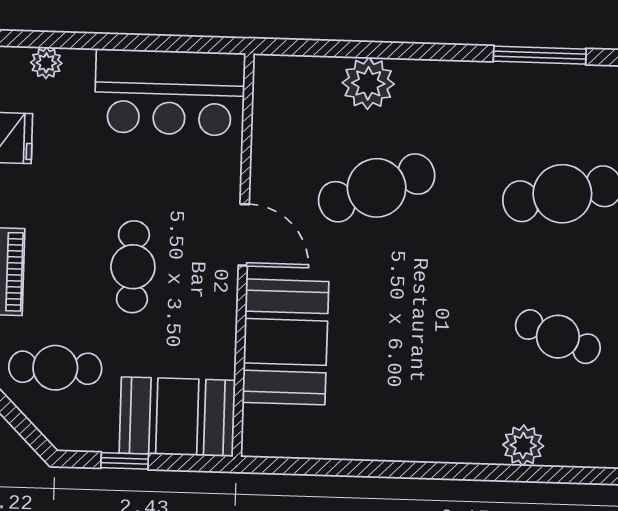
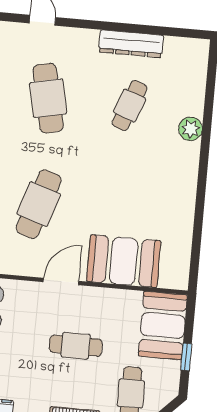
cafe table: (377, 188) -> (39, 204), turned 39

